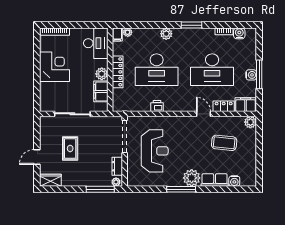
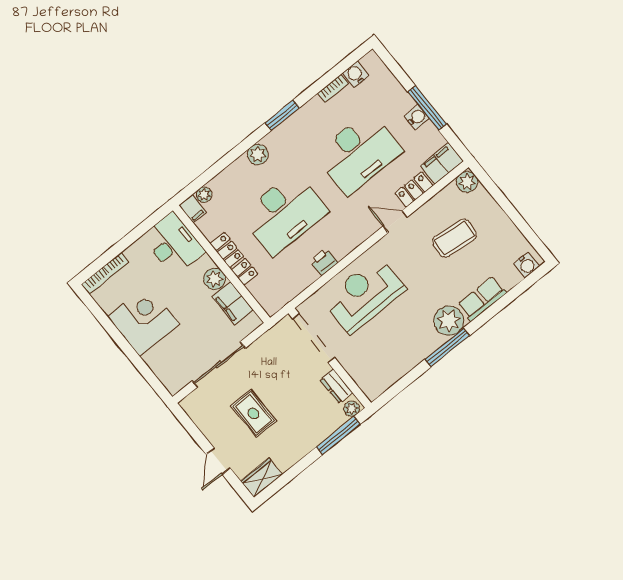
reception desk: (155, 151) -> (364, 295), moved, turned -90
water cooler: (234, 181) -> (527, 265), moved

